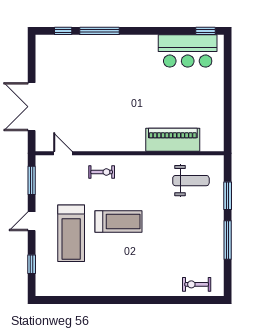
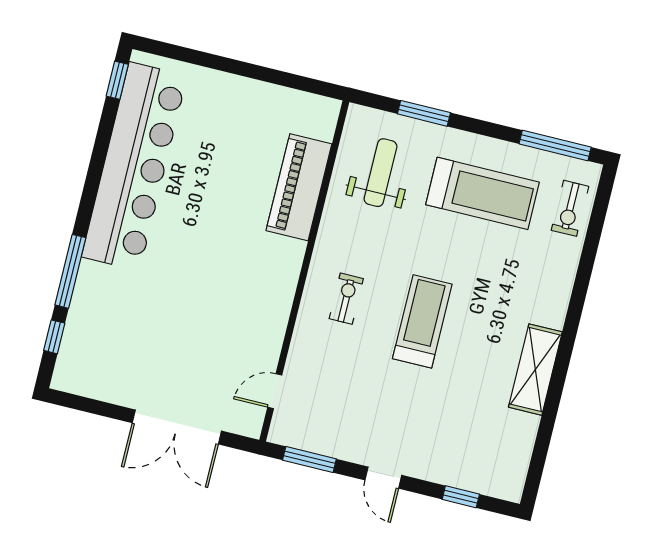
bar counter: (188, 51) -> (134, 166), width x1.86
exercise bike: (102, 172) -> (346, 299), moved
treadmill: (71, 233) -> (482, 193), moved
window: (228, 240) -> (555, 145), moved
shelving: (108, 287) -> (535, 370), added

